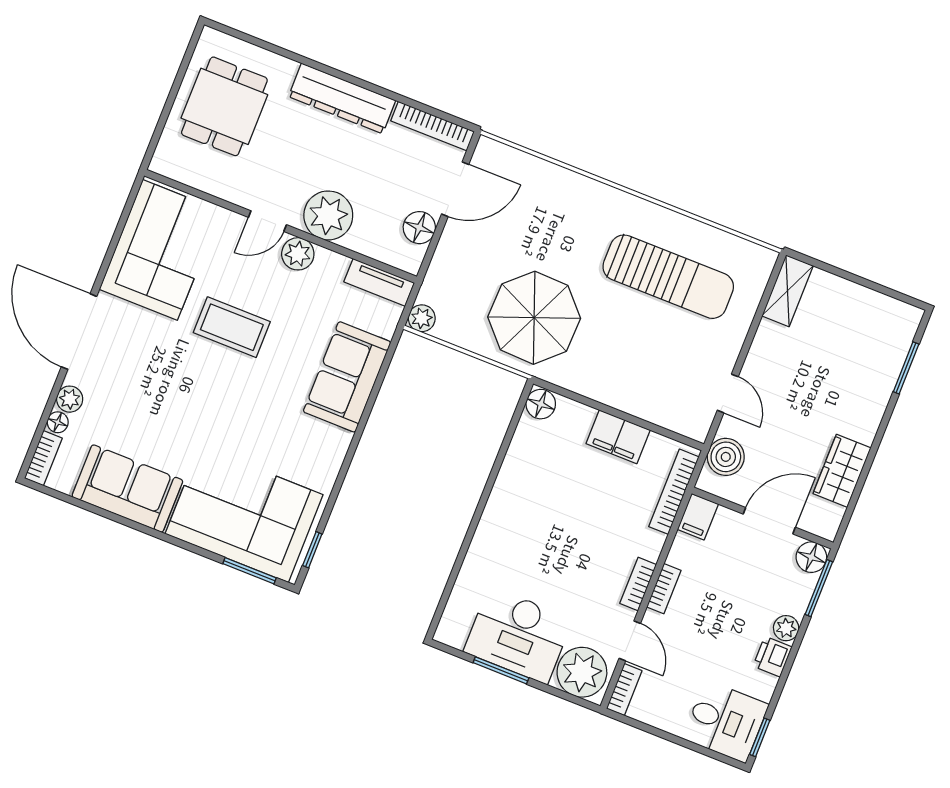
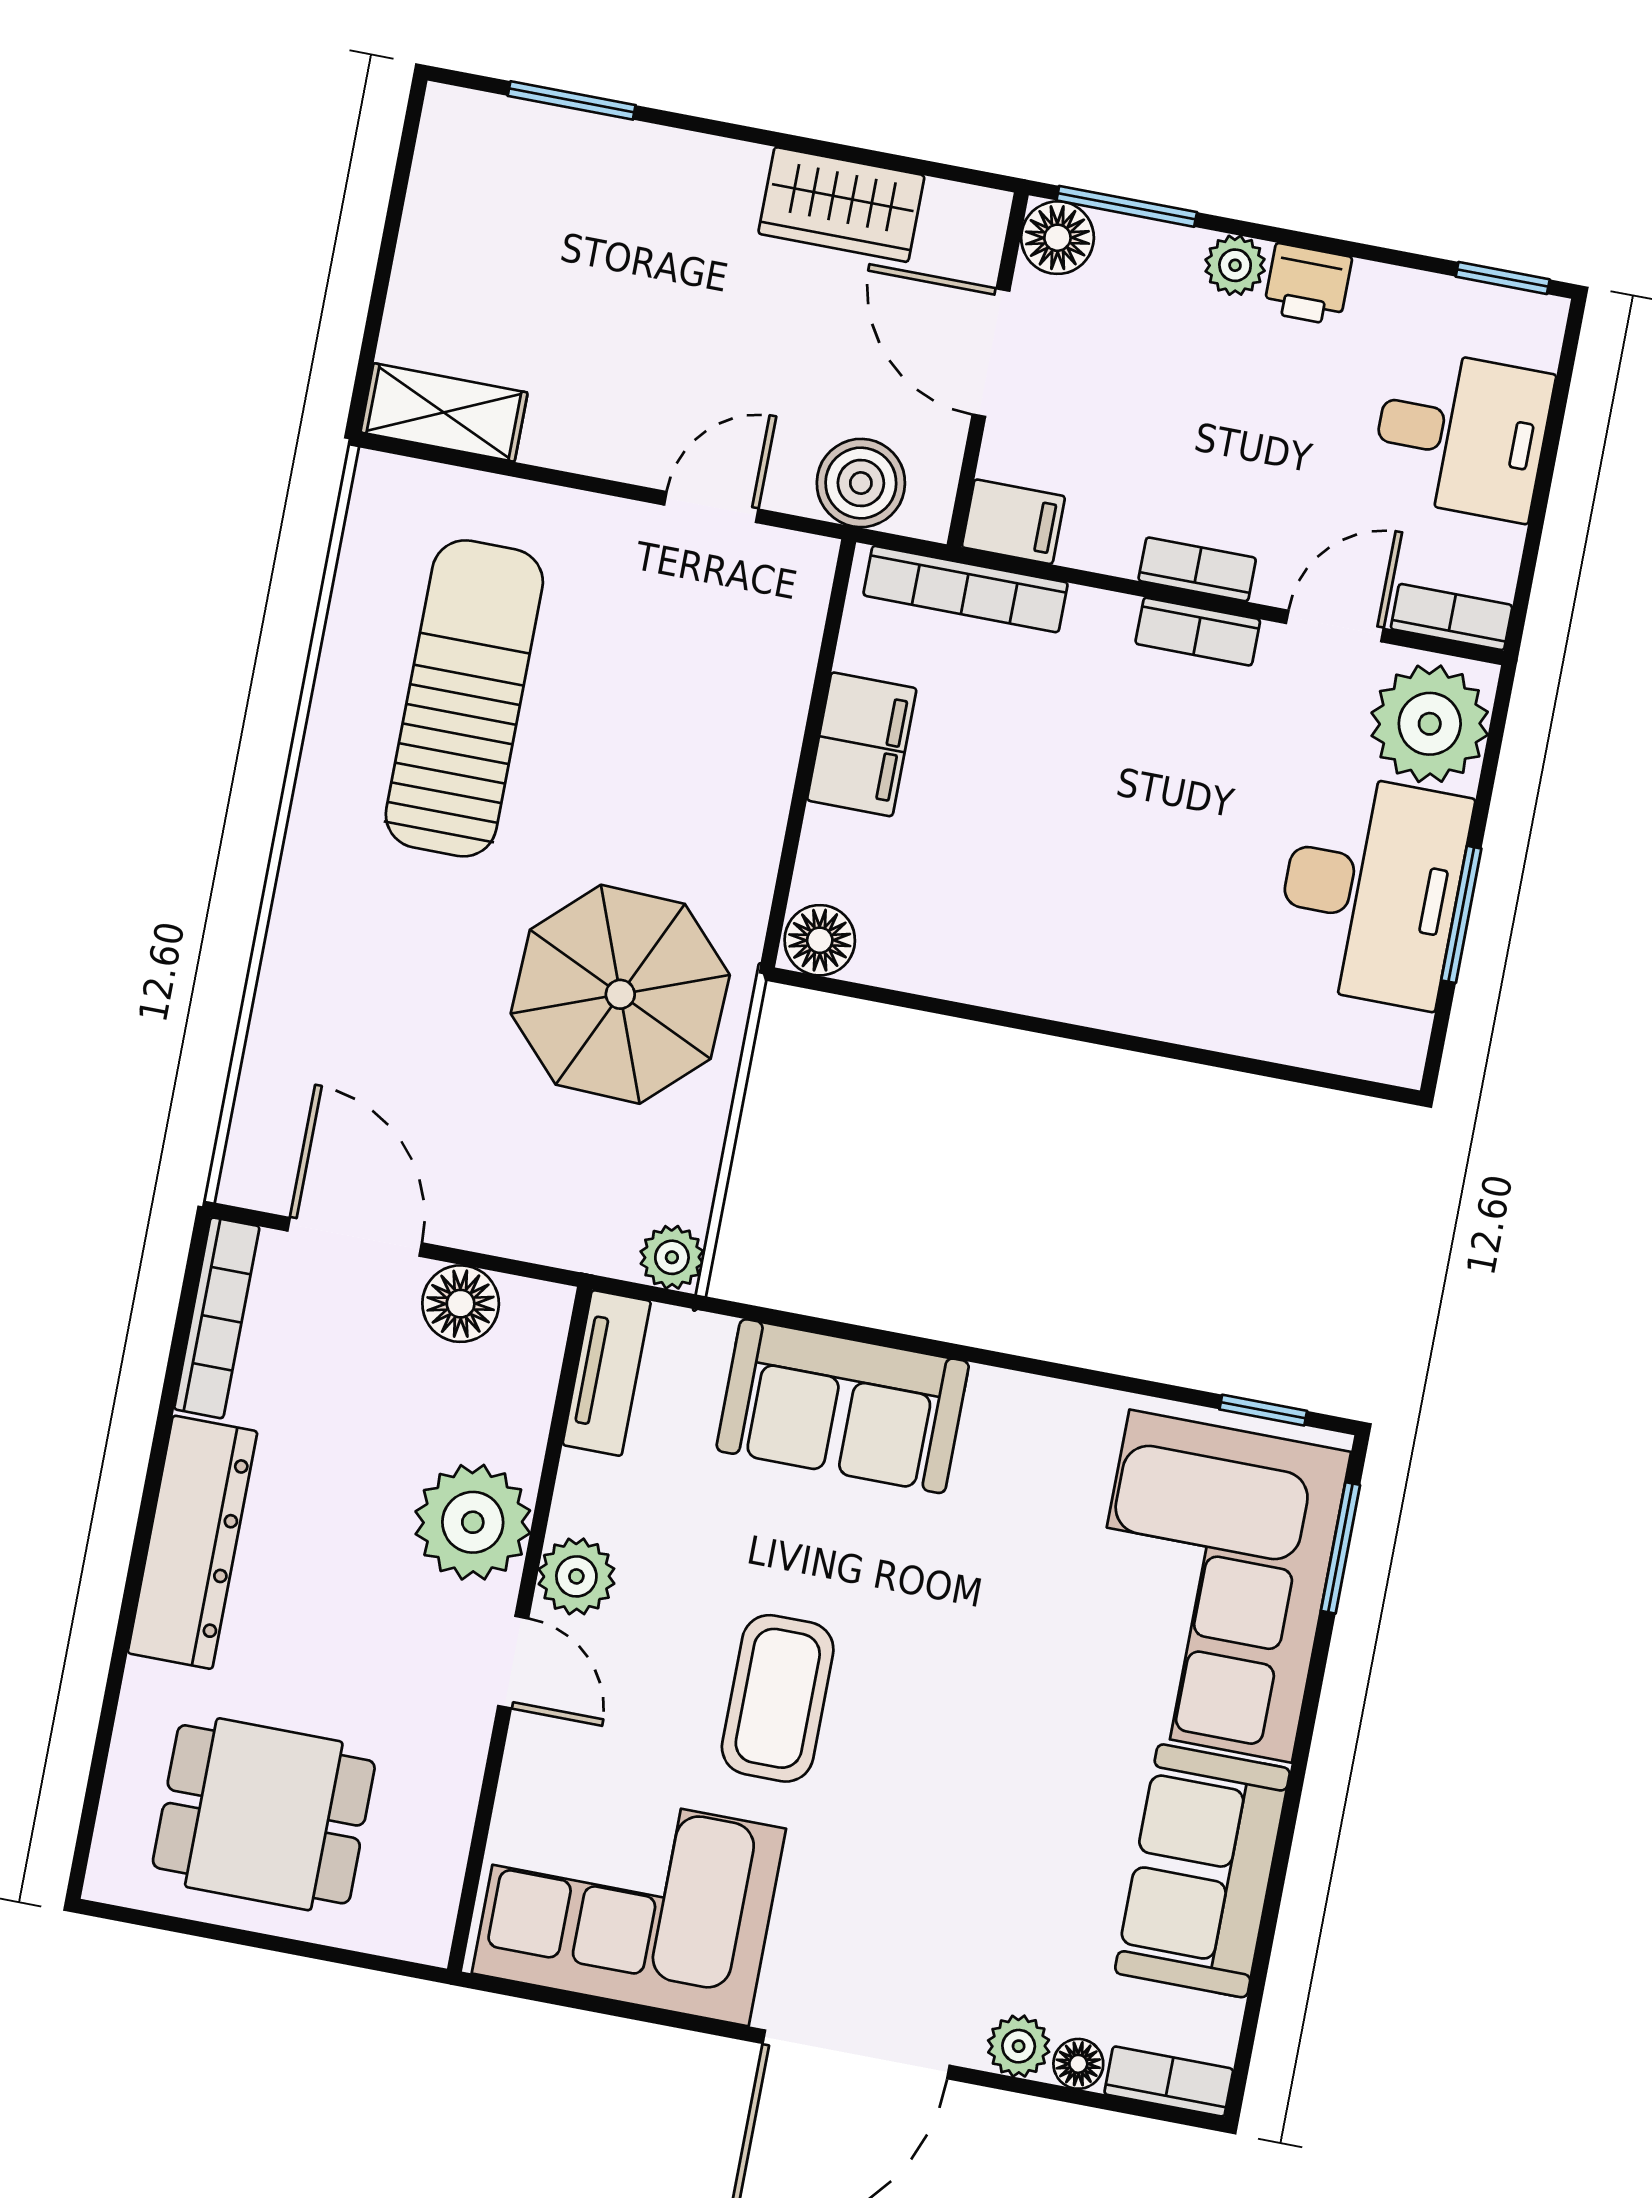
desk: (726, 721) -> (1461, 434), moved, turned 90

